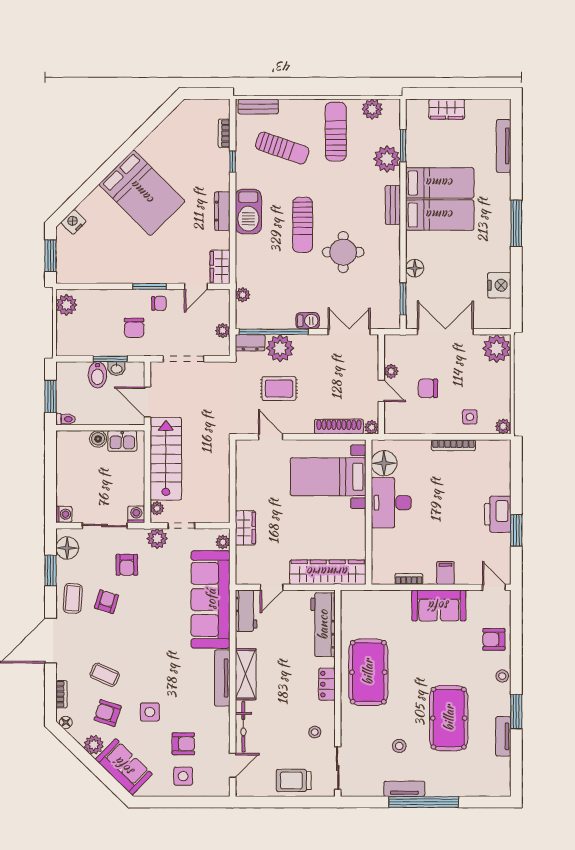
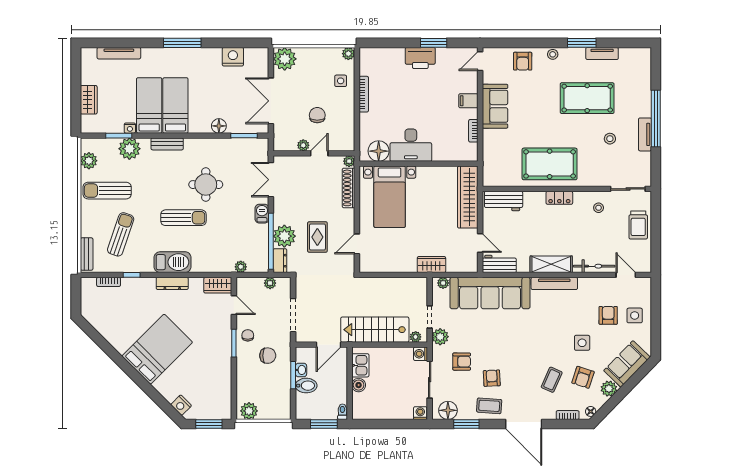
nightstand: (412, 159) -> (130, 128), added
chair: (428, 388) -> (317, 115), turned 180
armchair: (107, 602) -> (492, 378), turned 70
workbench: (323, 625) -> (504, 201), width x0.73

